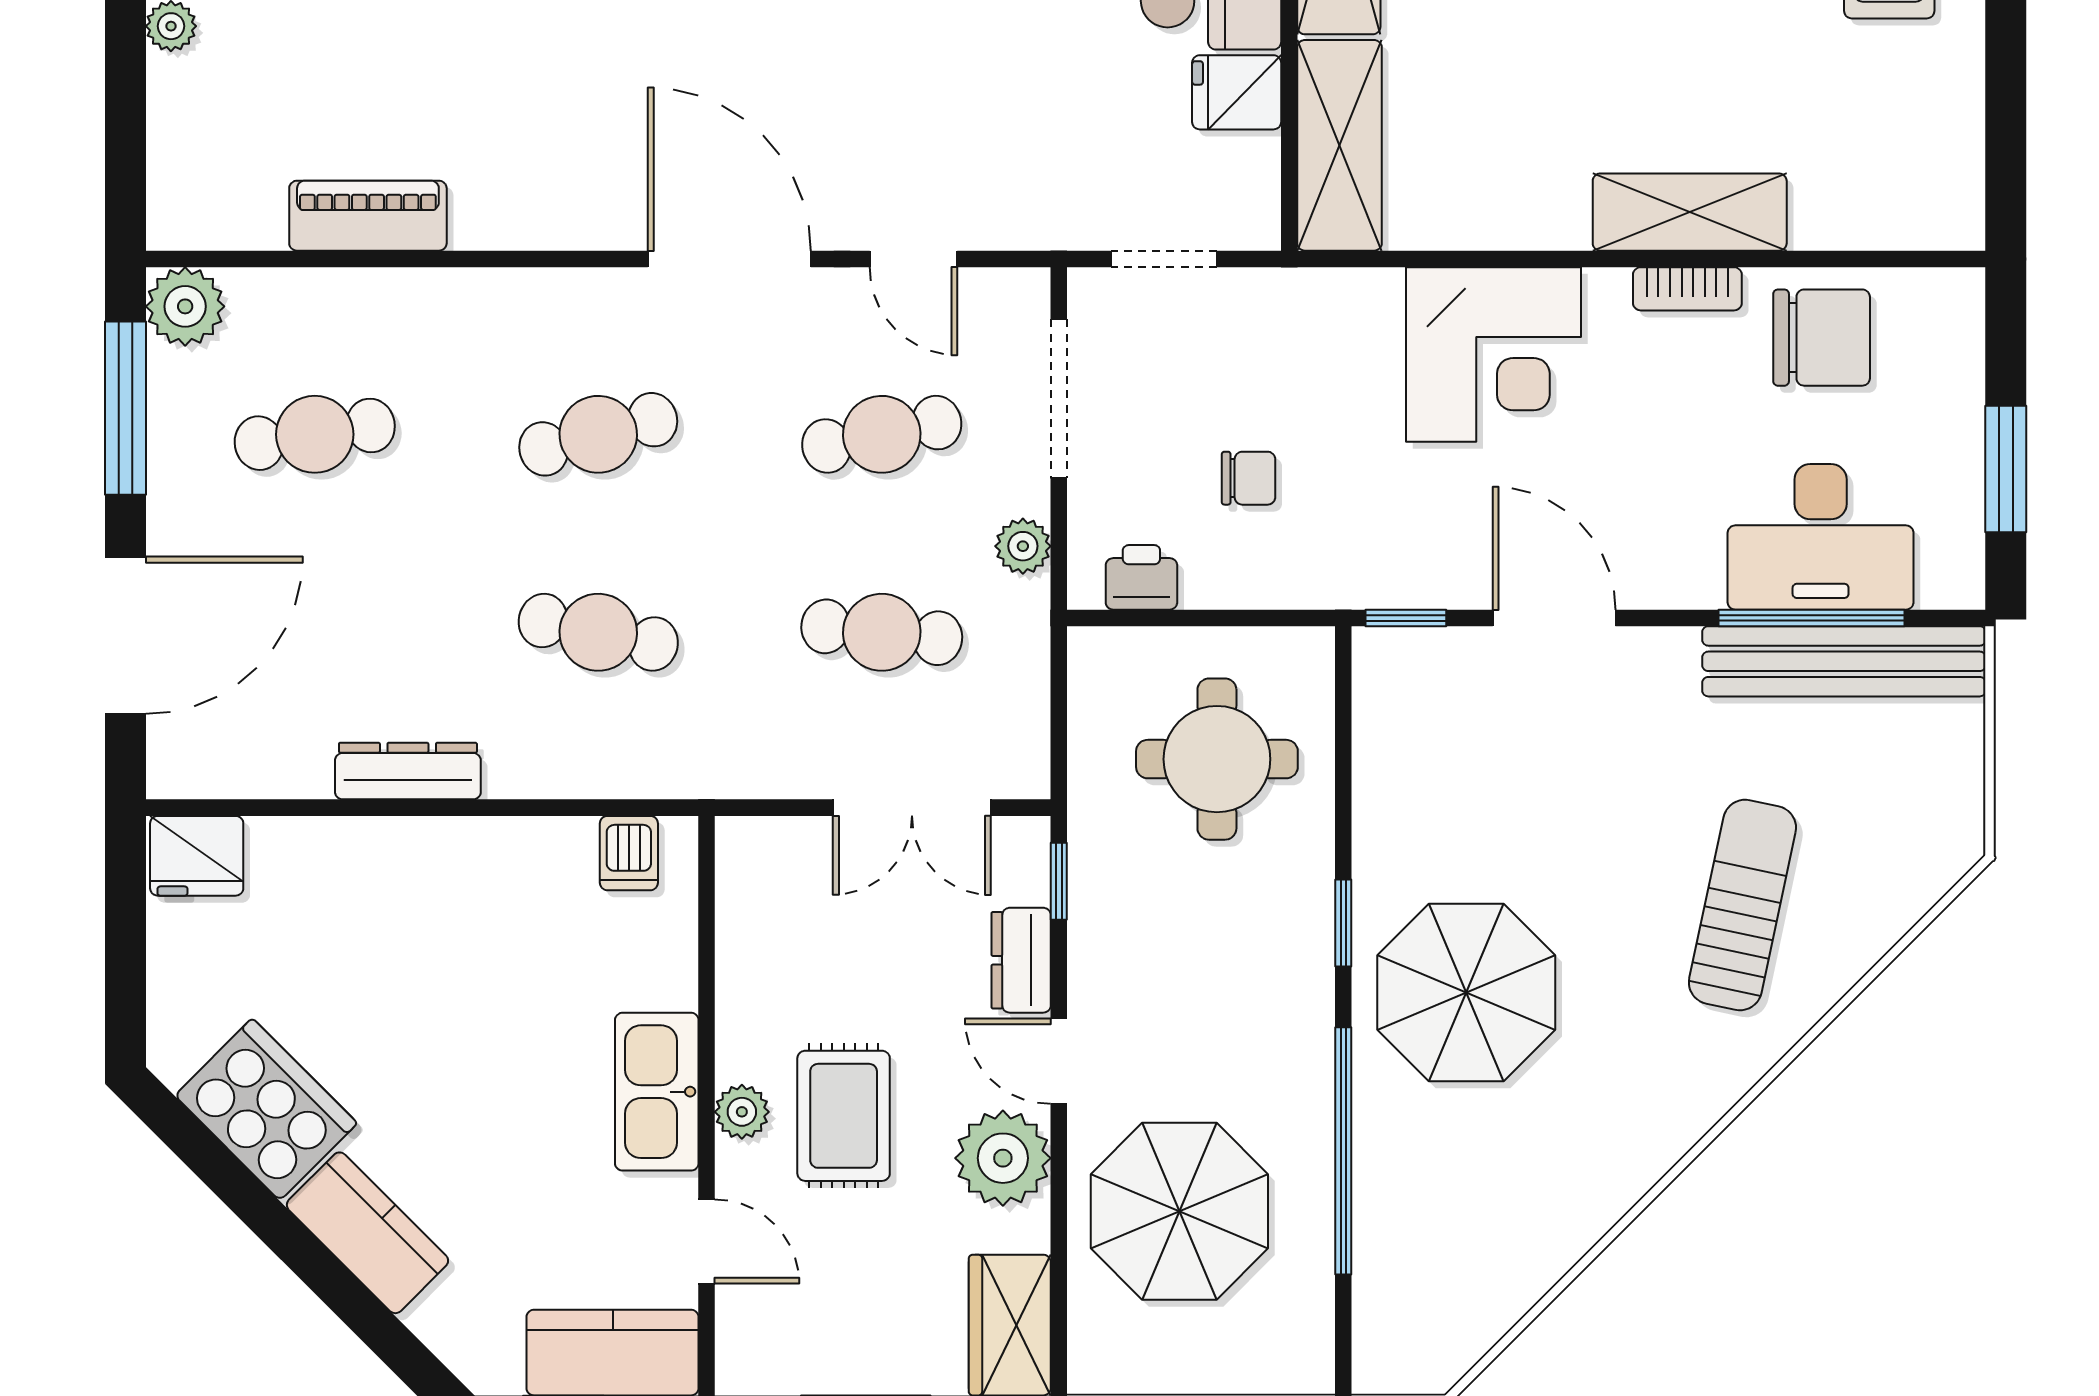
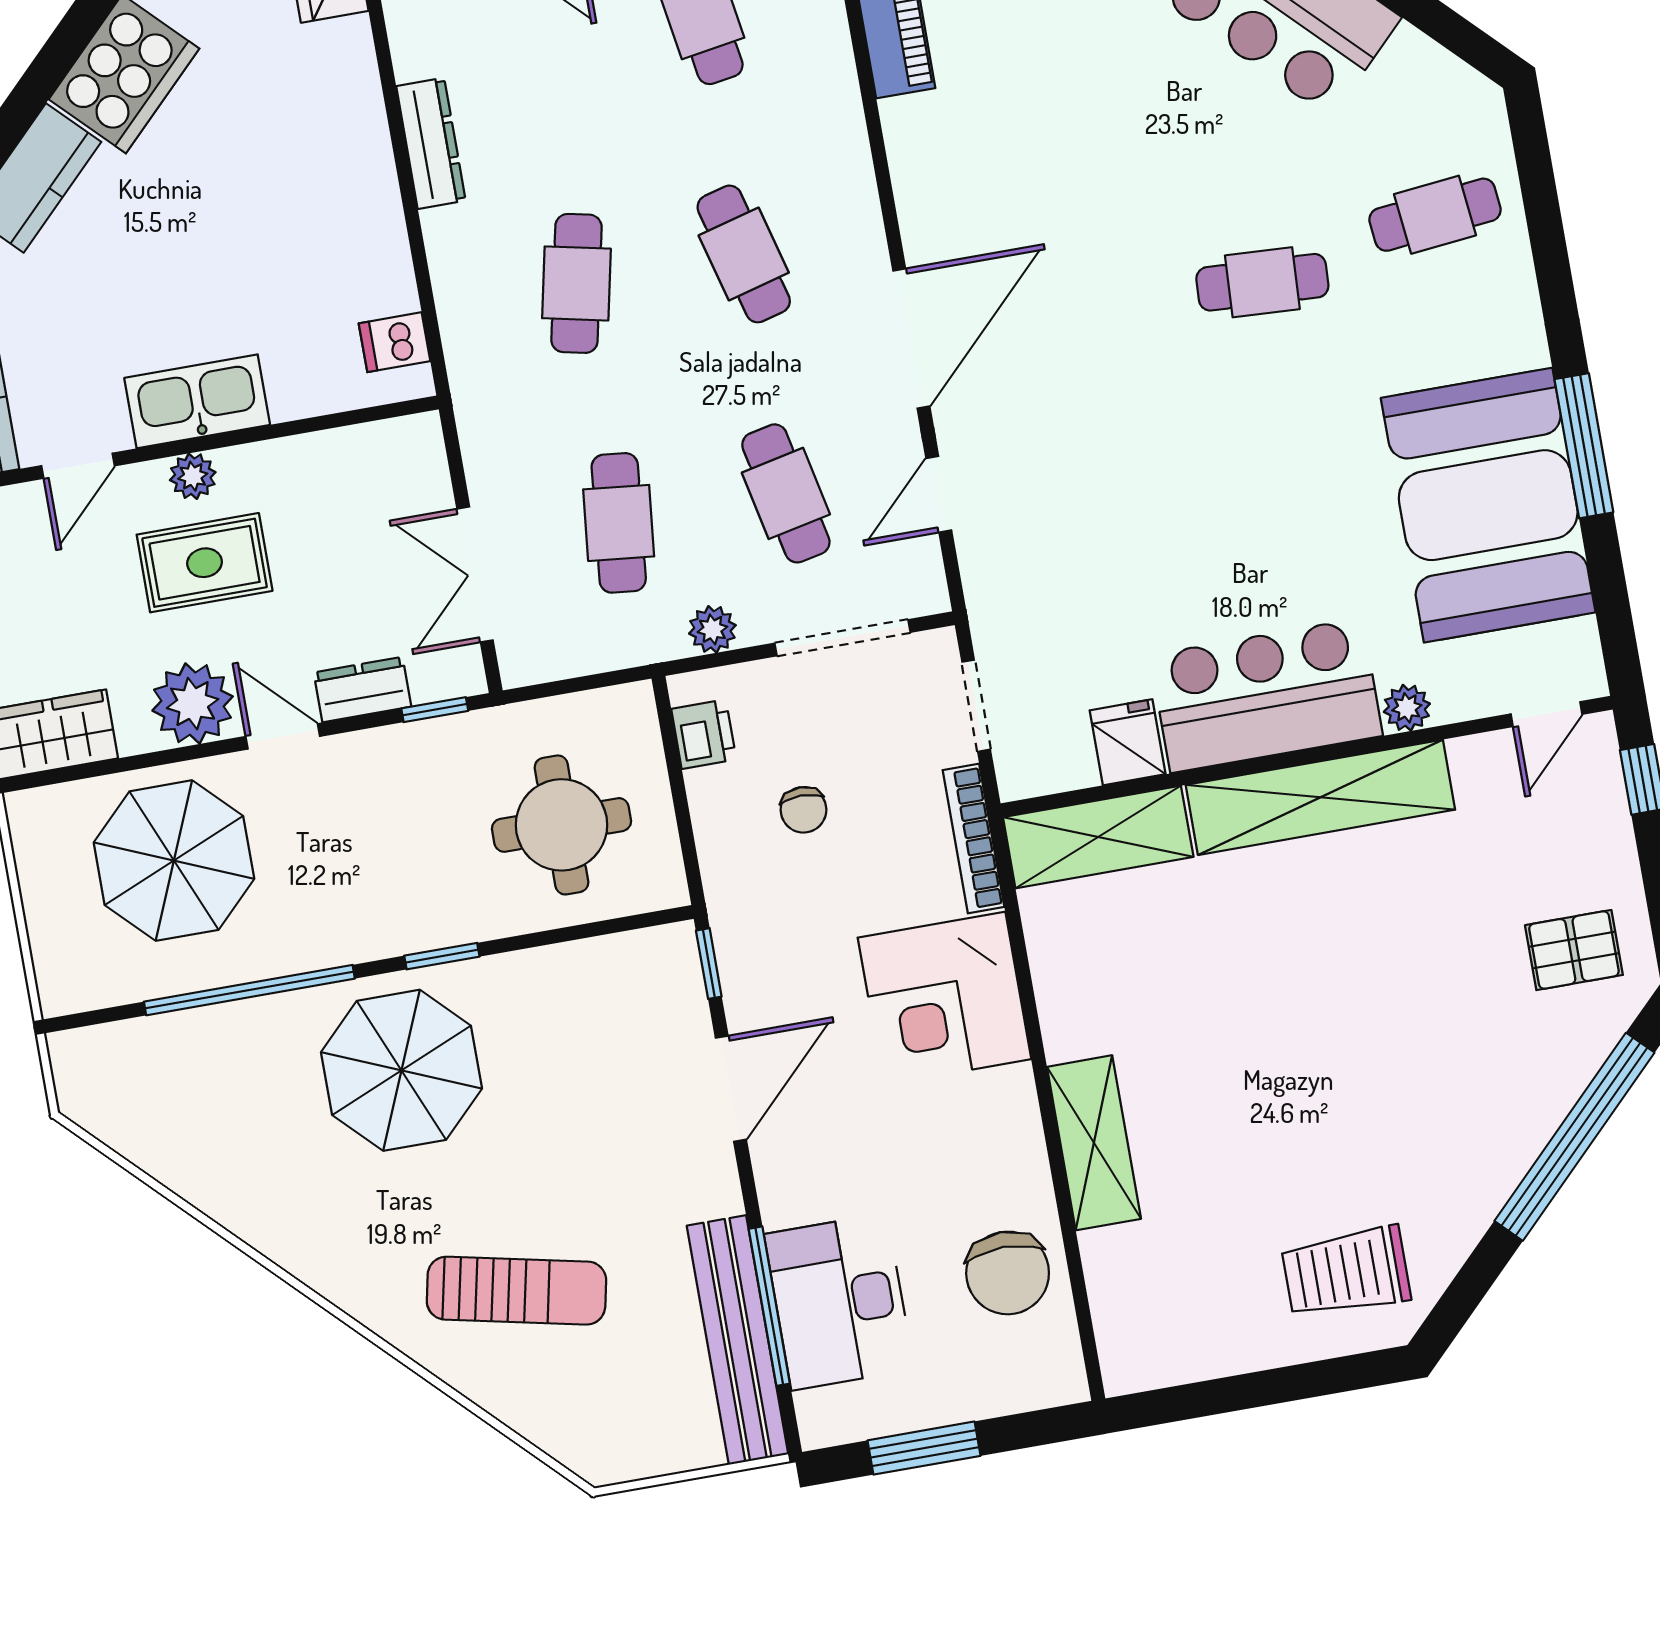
bookcase: (1687, 289) -> (973, 839), moved, width x1.56
door: (1059, 1061) -> (283, 736), hinge flipped

